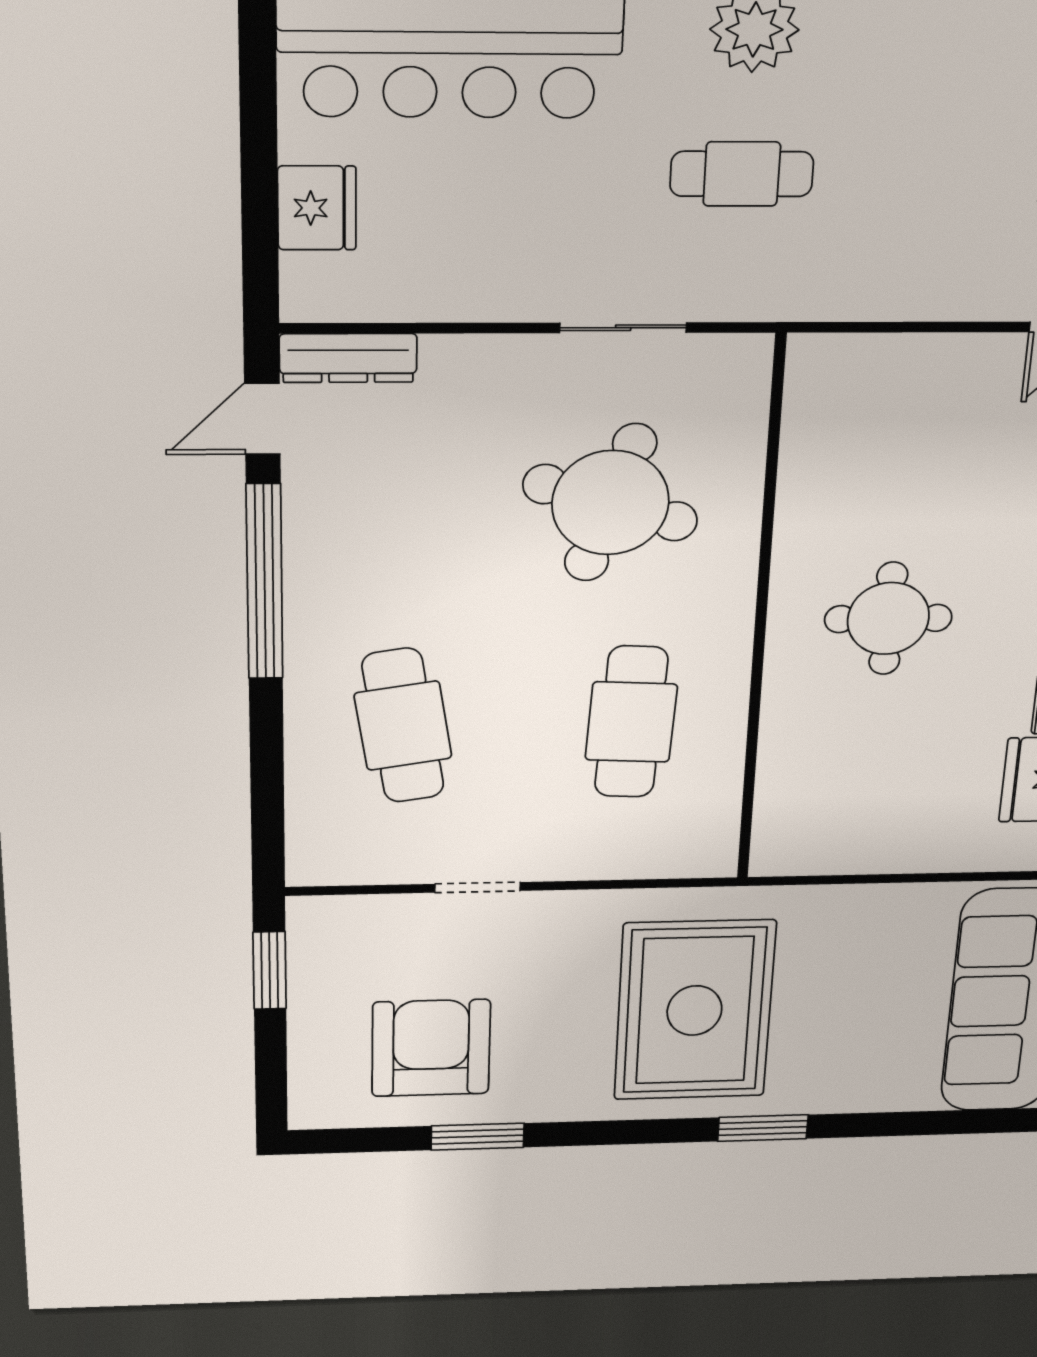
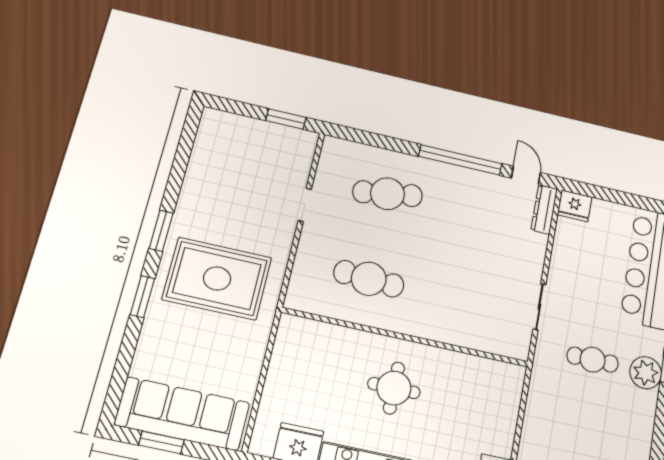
cafe table: (742, 174) -> (593, 360), turned 90
fridge: (317, 208) -> (575, 206), moved
round table: (610, 503) -> (468, 289), removed
armchair: (431, 1048) -> (229, 170), removed
window: (478, 1137) -> (161, 231), moved

